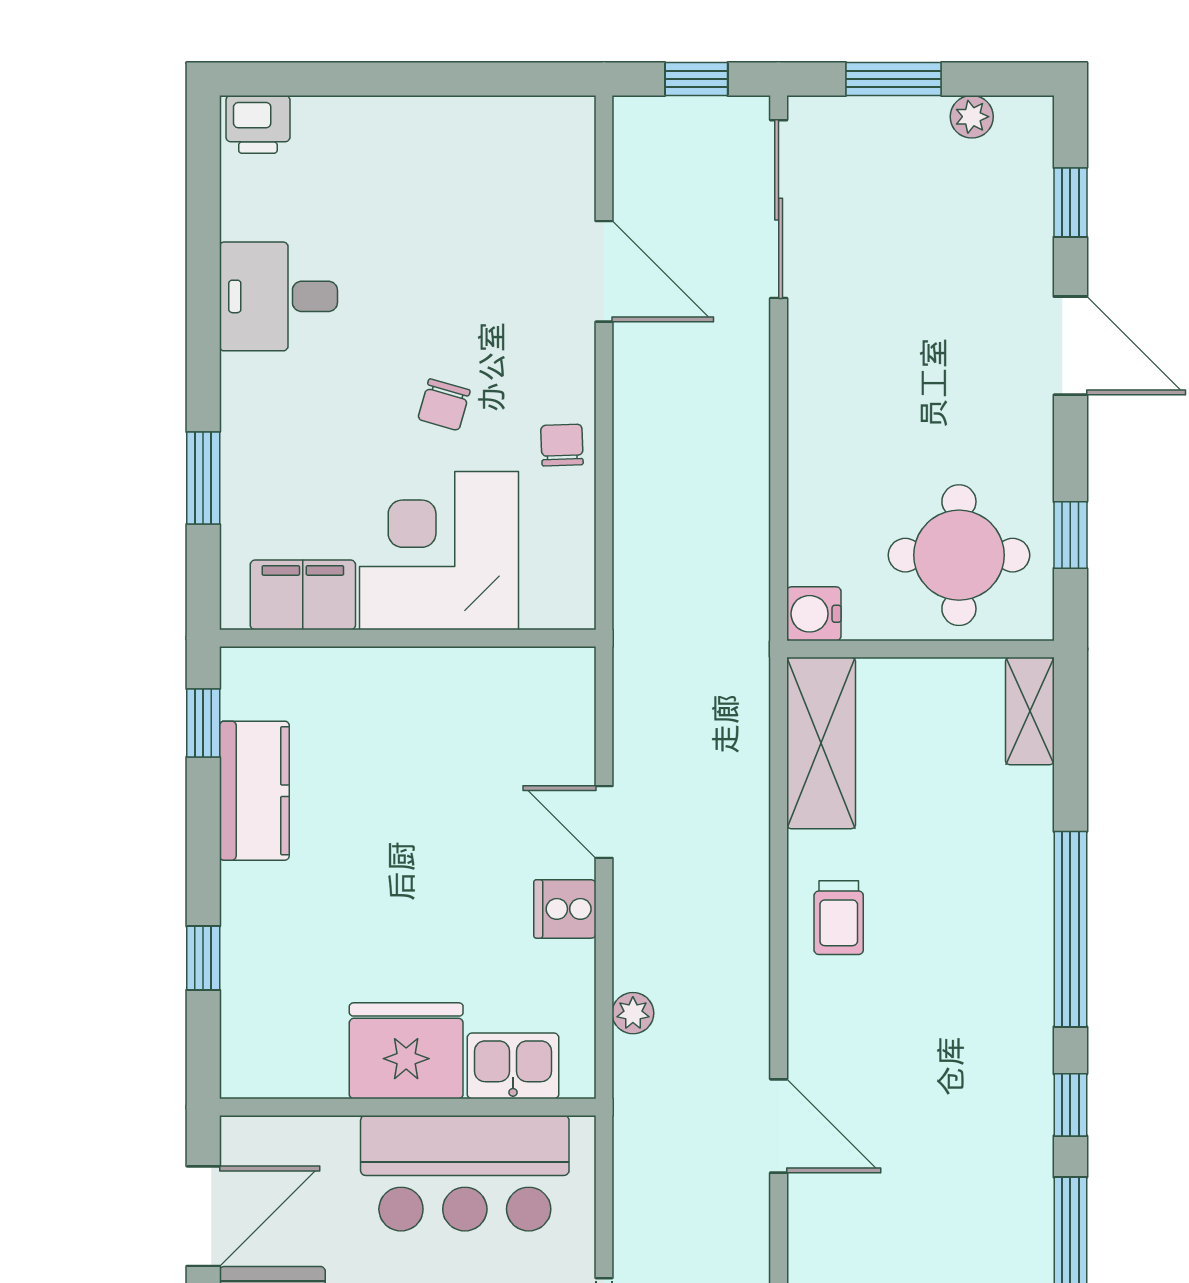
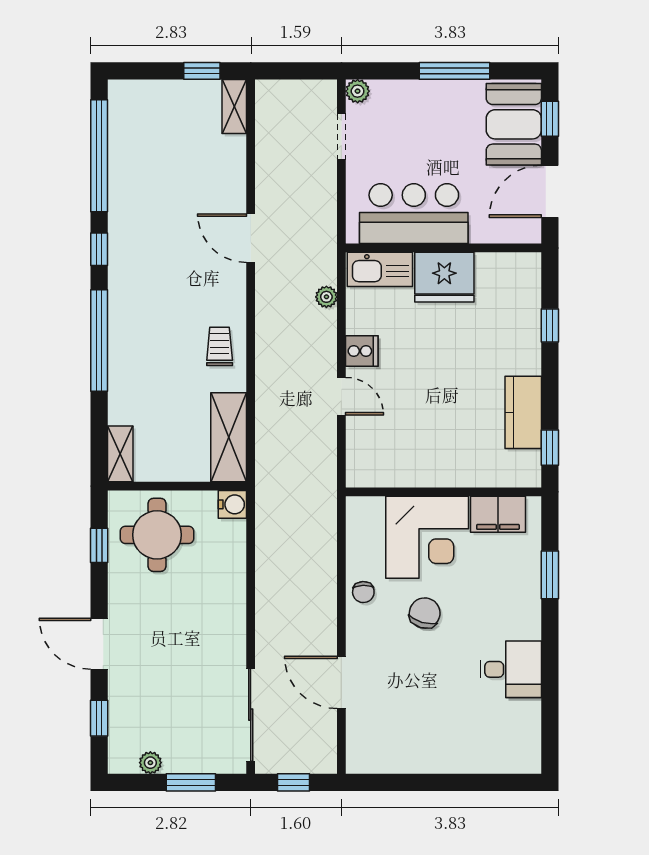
printer: (258, 124) -> (521, 759), removed
chair: (444, 405) -> (425, 613), width x1.37, depth x1.37
kitchen sink: (513, 1066) -> (380, 269), width x1.38

